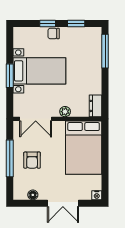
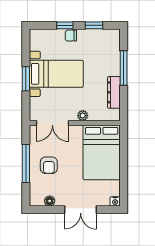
window: (105, 51) -> (124, 68), moved
dresser: (95, 106) -> (114, 92), moved, width x1.44

